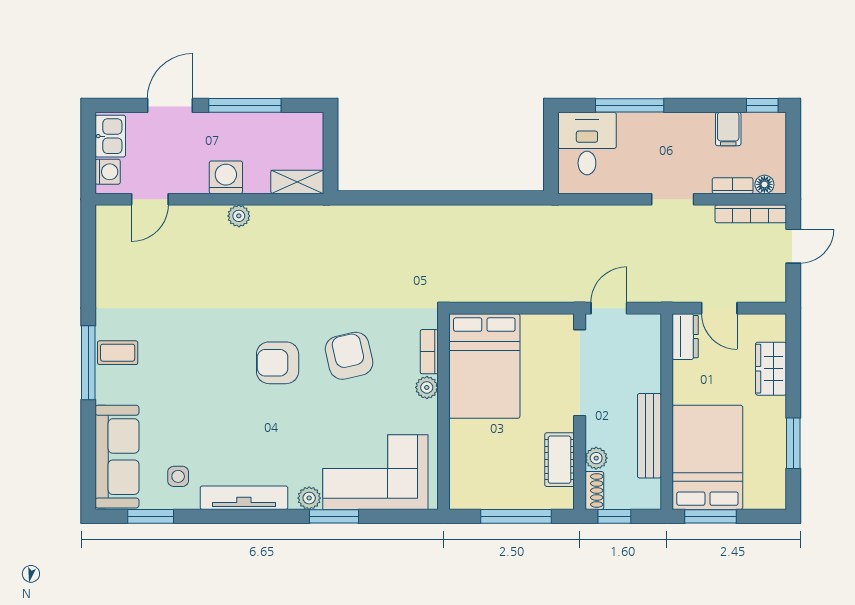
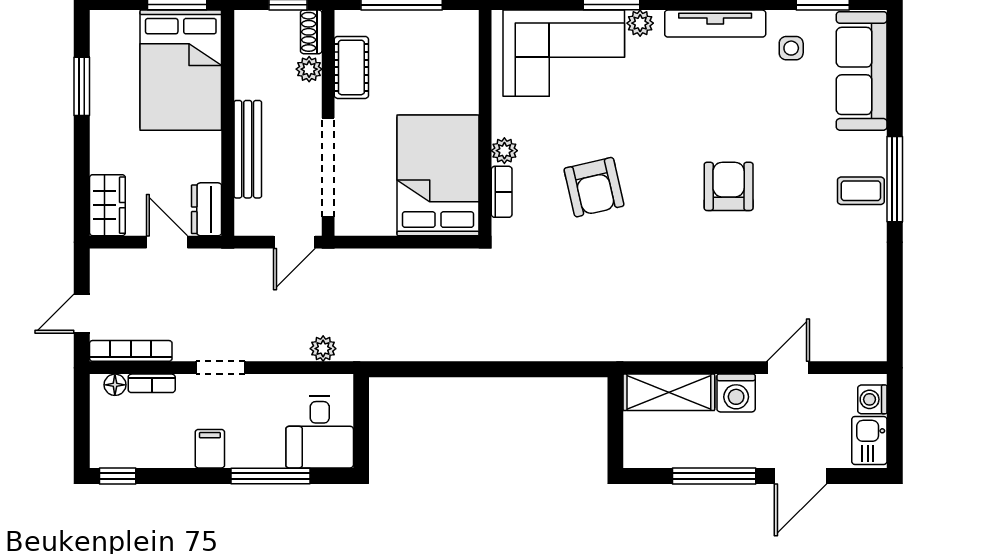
filing cabinet: (728, 129) -> (210, 449), moved
shelving: (297, 182) -> (669, 392), width x1.50, depth x1.33
door: (150, 199) -> (788, 368), moved
plant: (239, 216) -> (323, 349), moved
armchair: (278, 363) -> (729, 186), moved, turned -90
wardrobe: (771, 369) -> (107, 205), moved
bench: (649, 436) -> (248, 149), moved

